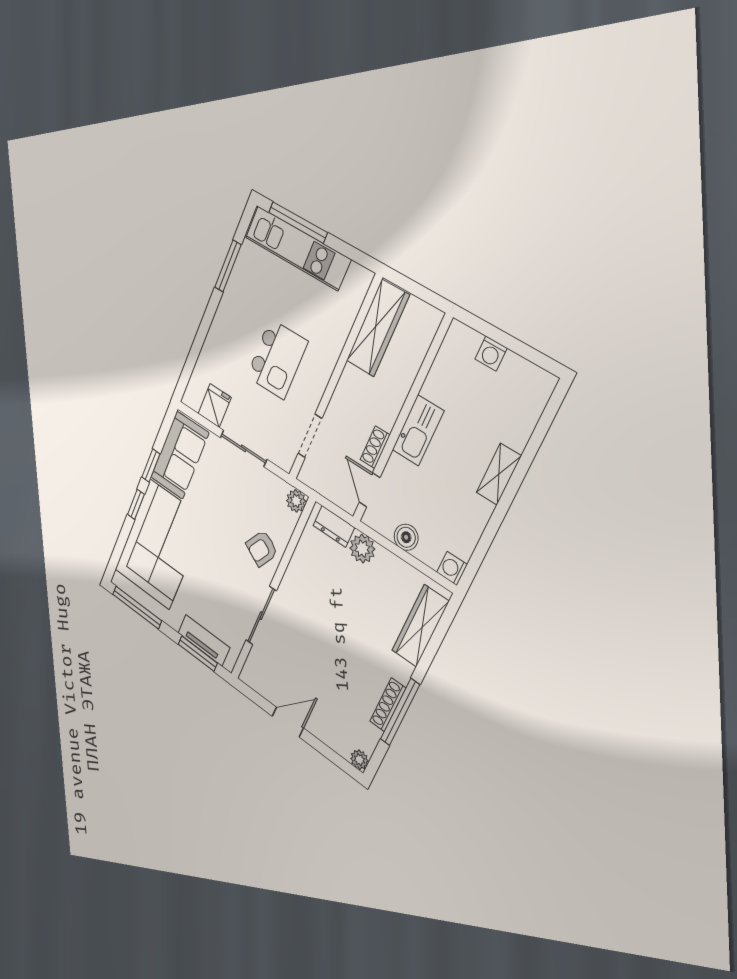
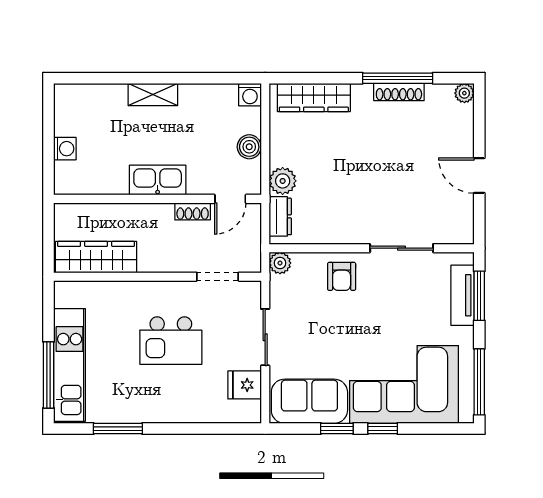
kitchen island: (277, 359) -> (171, 341), turned 180
armchair: (262, 548) -> (342, 276), turned 61

